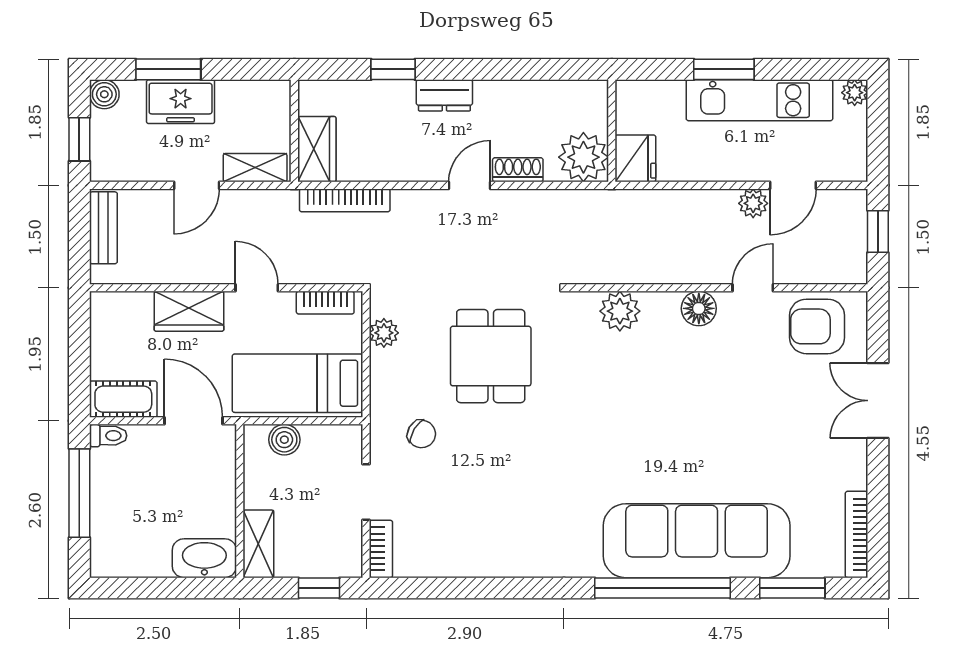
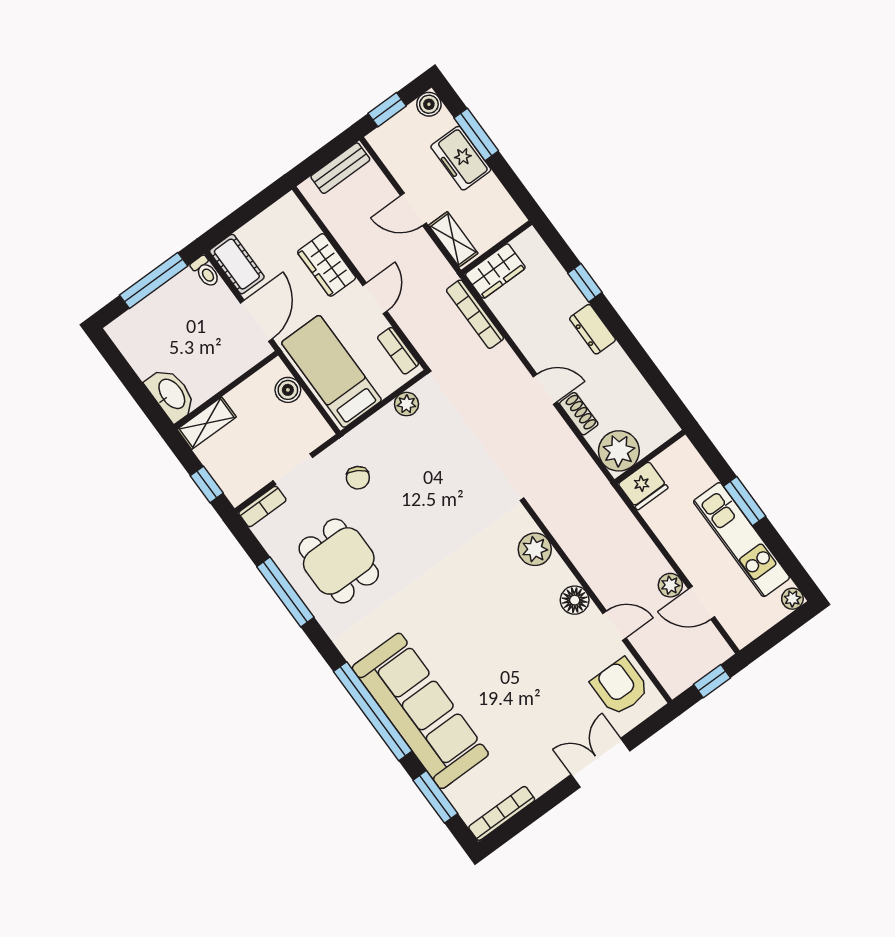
dining table: (491, 356) -> (339, 561), moved, turned 90
window: (482, 588) -> (285, 592), added

